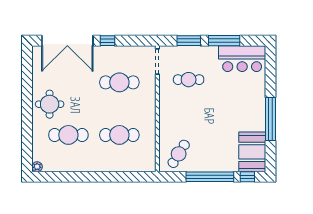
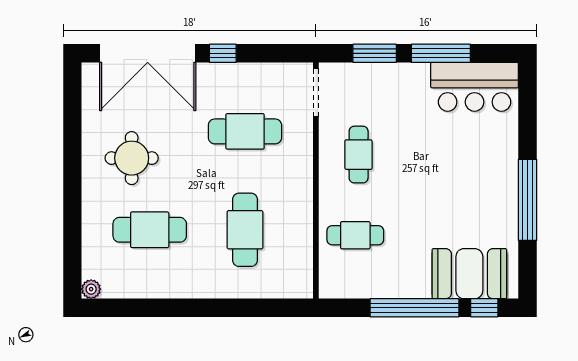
cafe table: (189, 80) -> (359, 155), moved, turned 90
round table: (50, 104) -> (132, 158), moved
cafe table: (119, 135) -> (245, 230), turned 90
booth: (252, 152) -> (469, 274), moved, turned 90
cafe table: (179, 154) -> (355, 235), moved, turned 58

